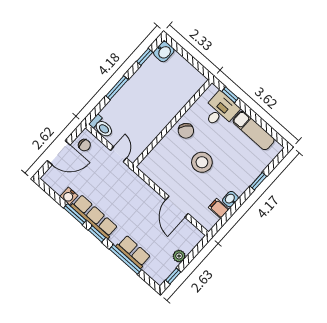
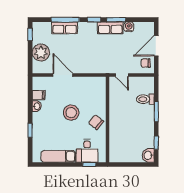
toilet: (102, 127) -> (145, 99), moved
row of seats: (94, 217) -> (110, 28), width x0.68
plant: (179, 256) -> (41, 53), width x1.88, depth x1.88

